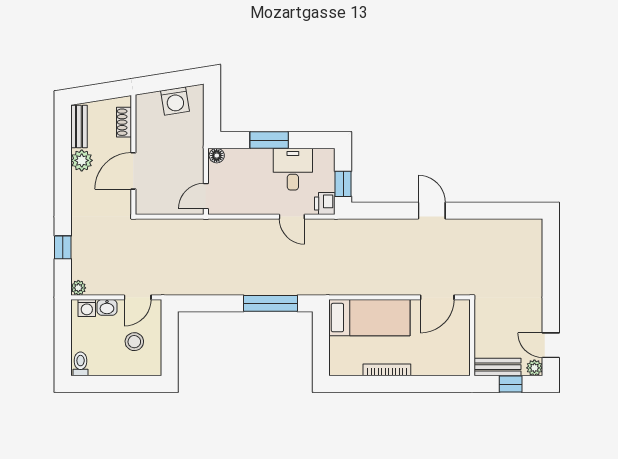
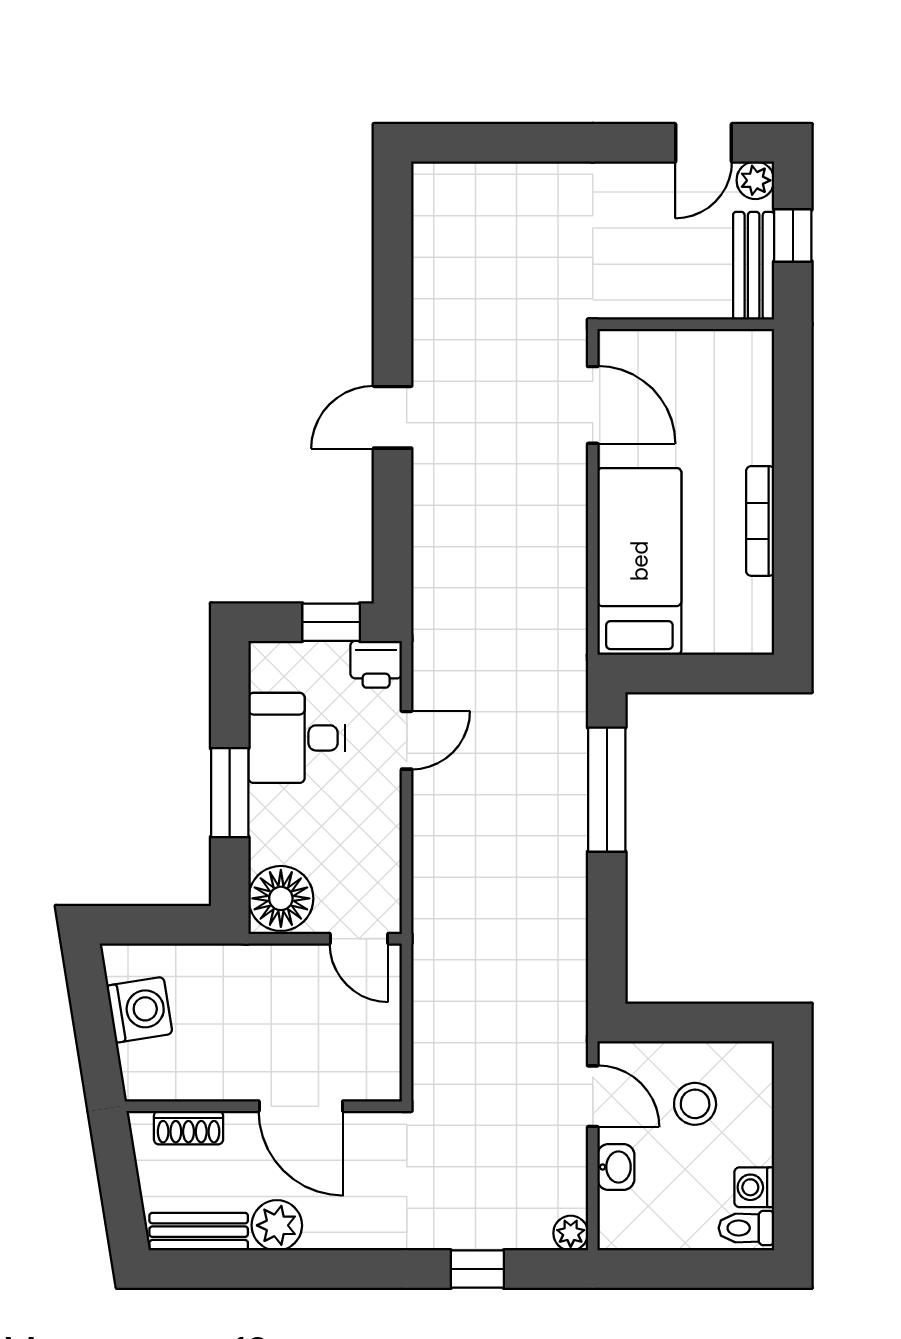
floor lamp: (217, 156) -> (281, 898), width x1.89, depth x1.89
washing machine: (87, 308) -> (754, 1187), moved, turned 180

